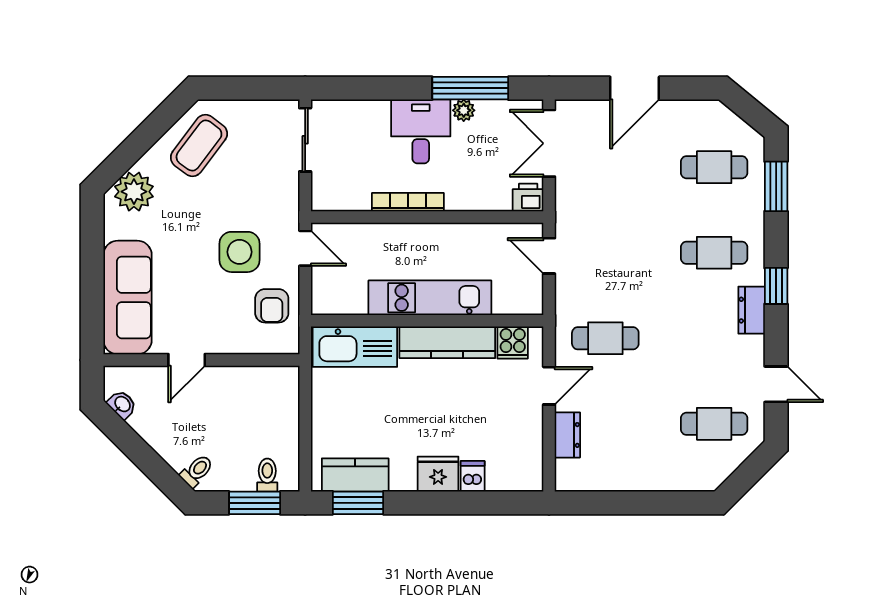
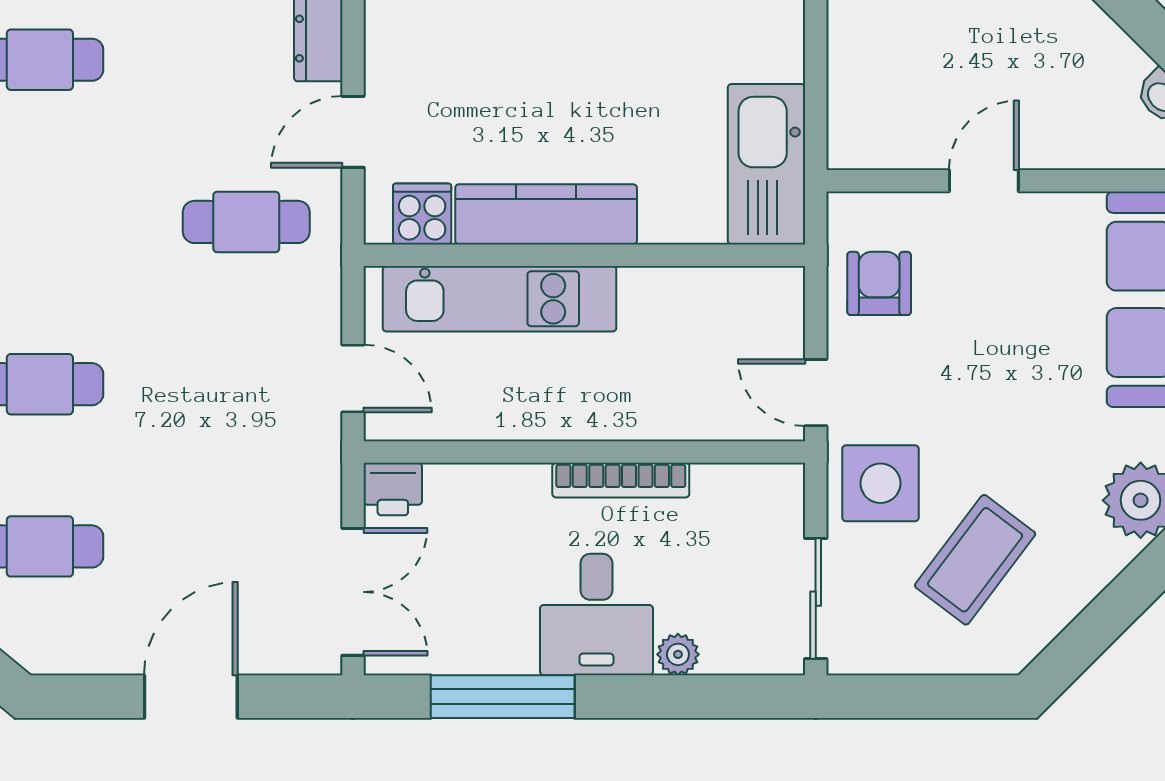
plant: (464, 110) -> (678, 654), moved
coffee table: (199, 146) -> (975, 560), moved
side table: (240, 252) -> (880, 483), moved
kitchen unit: (430, 298) -> (500, 299), moved
kitchen sink: (355, 347) -> (766, 164), moved, turned -90
door: (187, 360) -> (984, 181), moved

